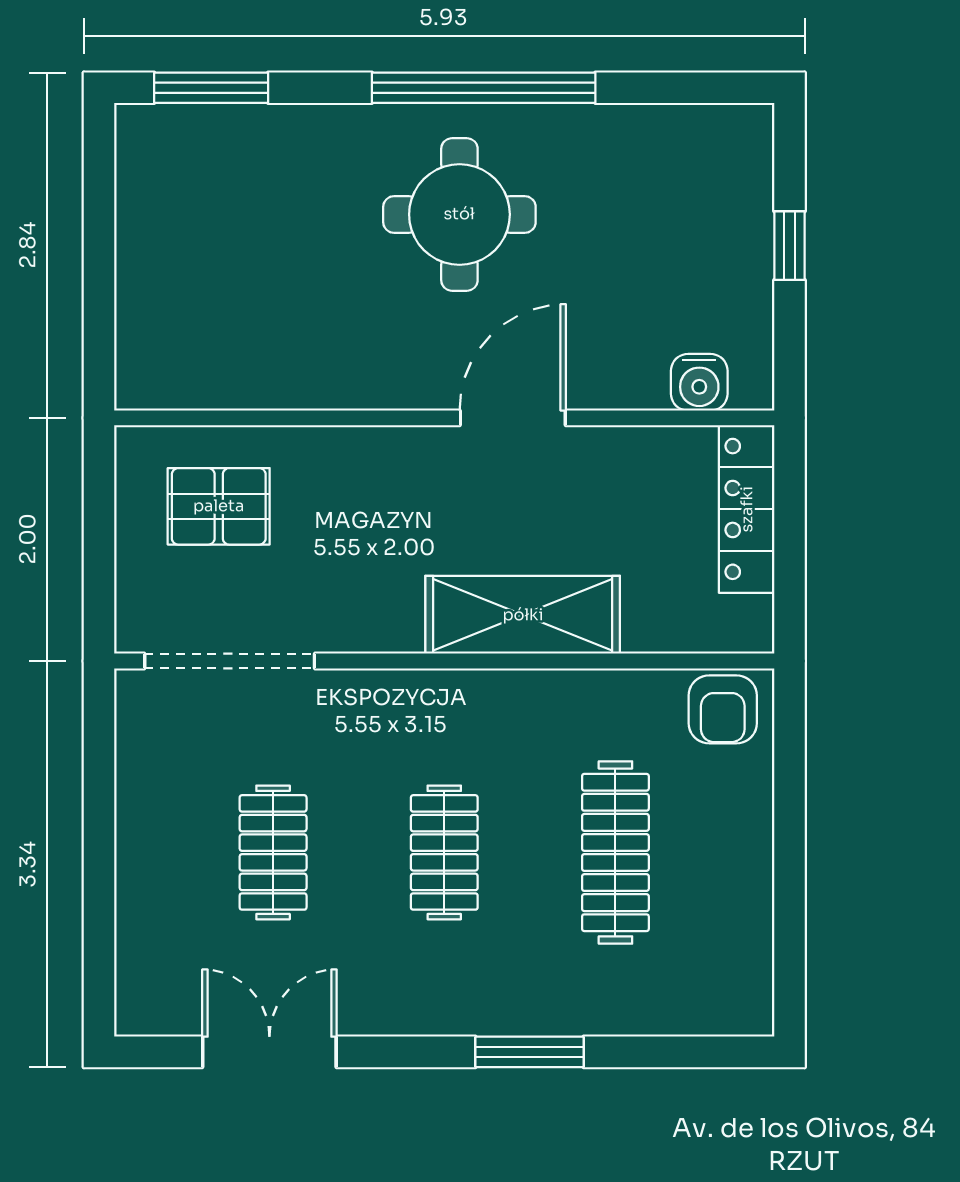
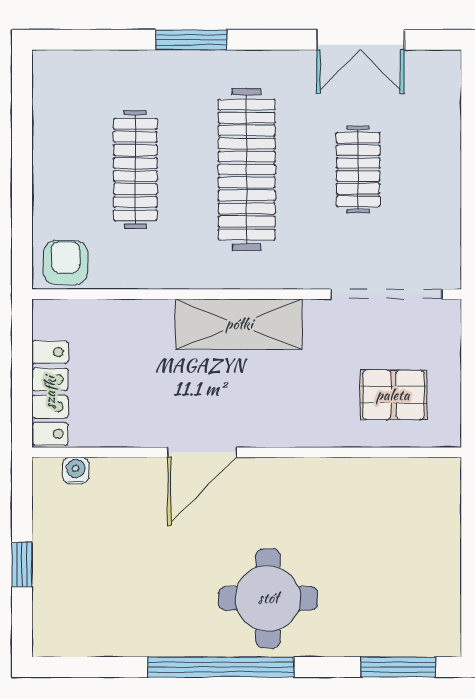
round table: (459, 214) -> (268, 598), moved
water cooler: (699, 382) -> (76, 470), width x0.72, depth x0.72
shelving: (523, 615) -> (239, 324), moved
clothes rail: (444, 852) -> (247, 170), width x1.86, depth x1.31

